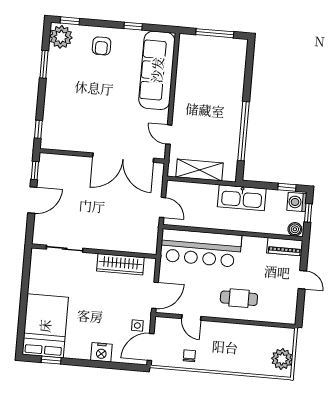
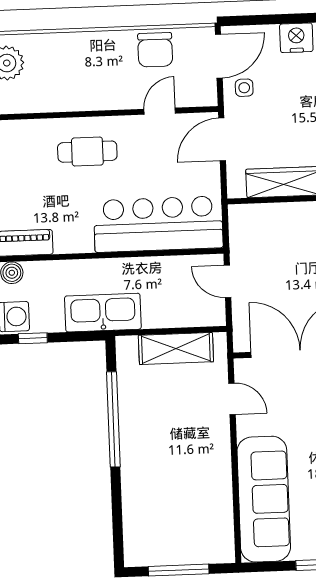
door: (191, 318) -> (160, 111), hinge flipped
chair: (189, 356) -> (155, 50), width x1.87, depth x1.87

